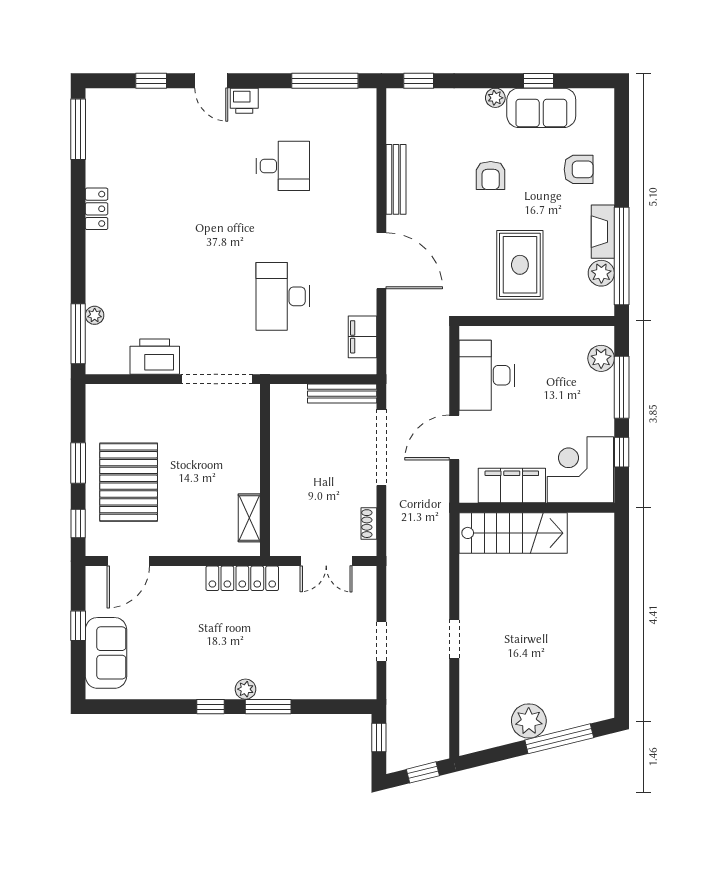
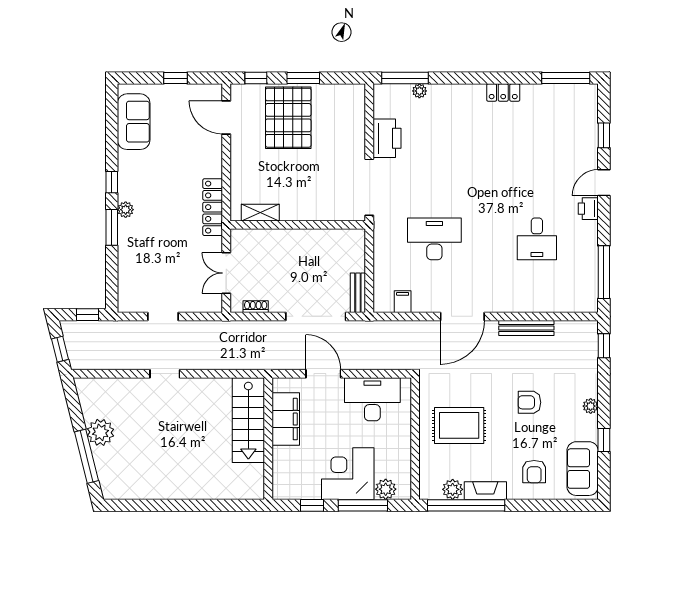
sofa: (541, 108) -> (583, 469), moved
filing cabinet: (363, 337) -> (403, 302), width x0.50
bench: (342, 394) -> (358, 293), width x0.73
corner desk: (580, 470) -> (348, 474), moved, turned -90
pallet: (129, 482) -> (288, 118), turned 90
sofa: (106, 653) -> (134, 122), moved, turned -90

